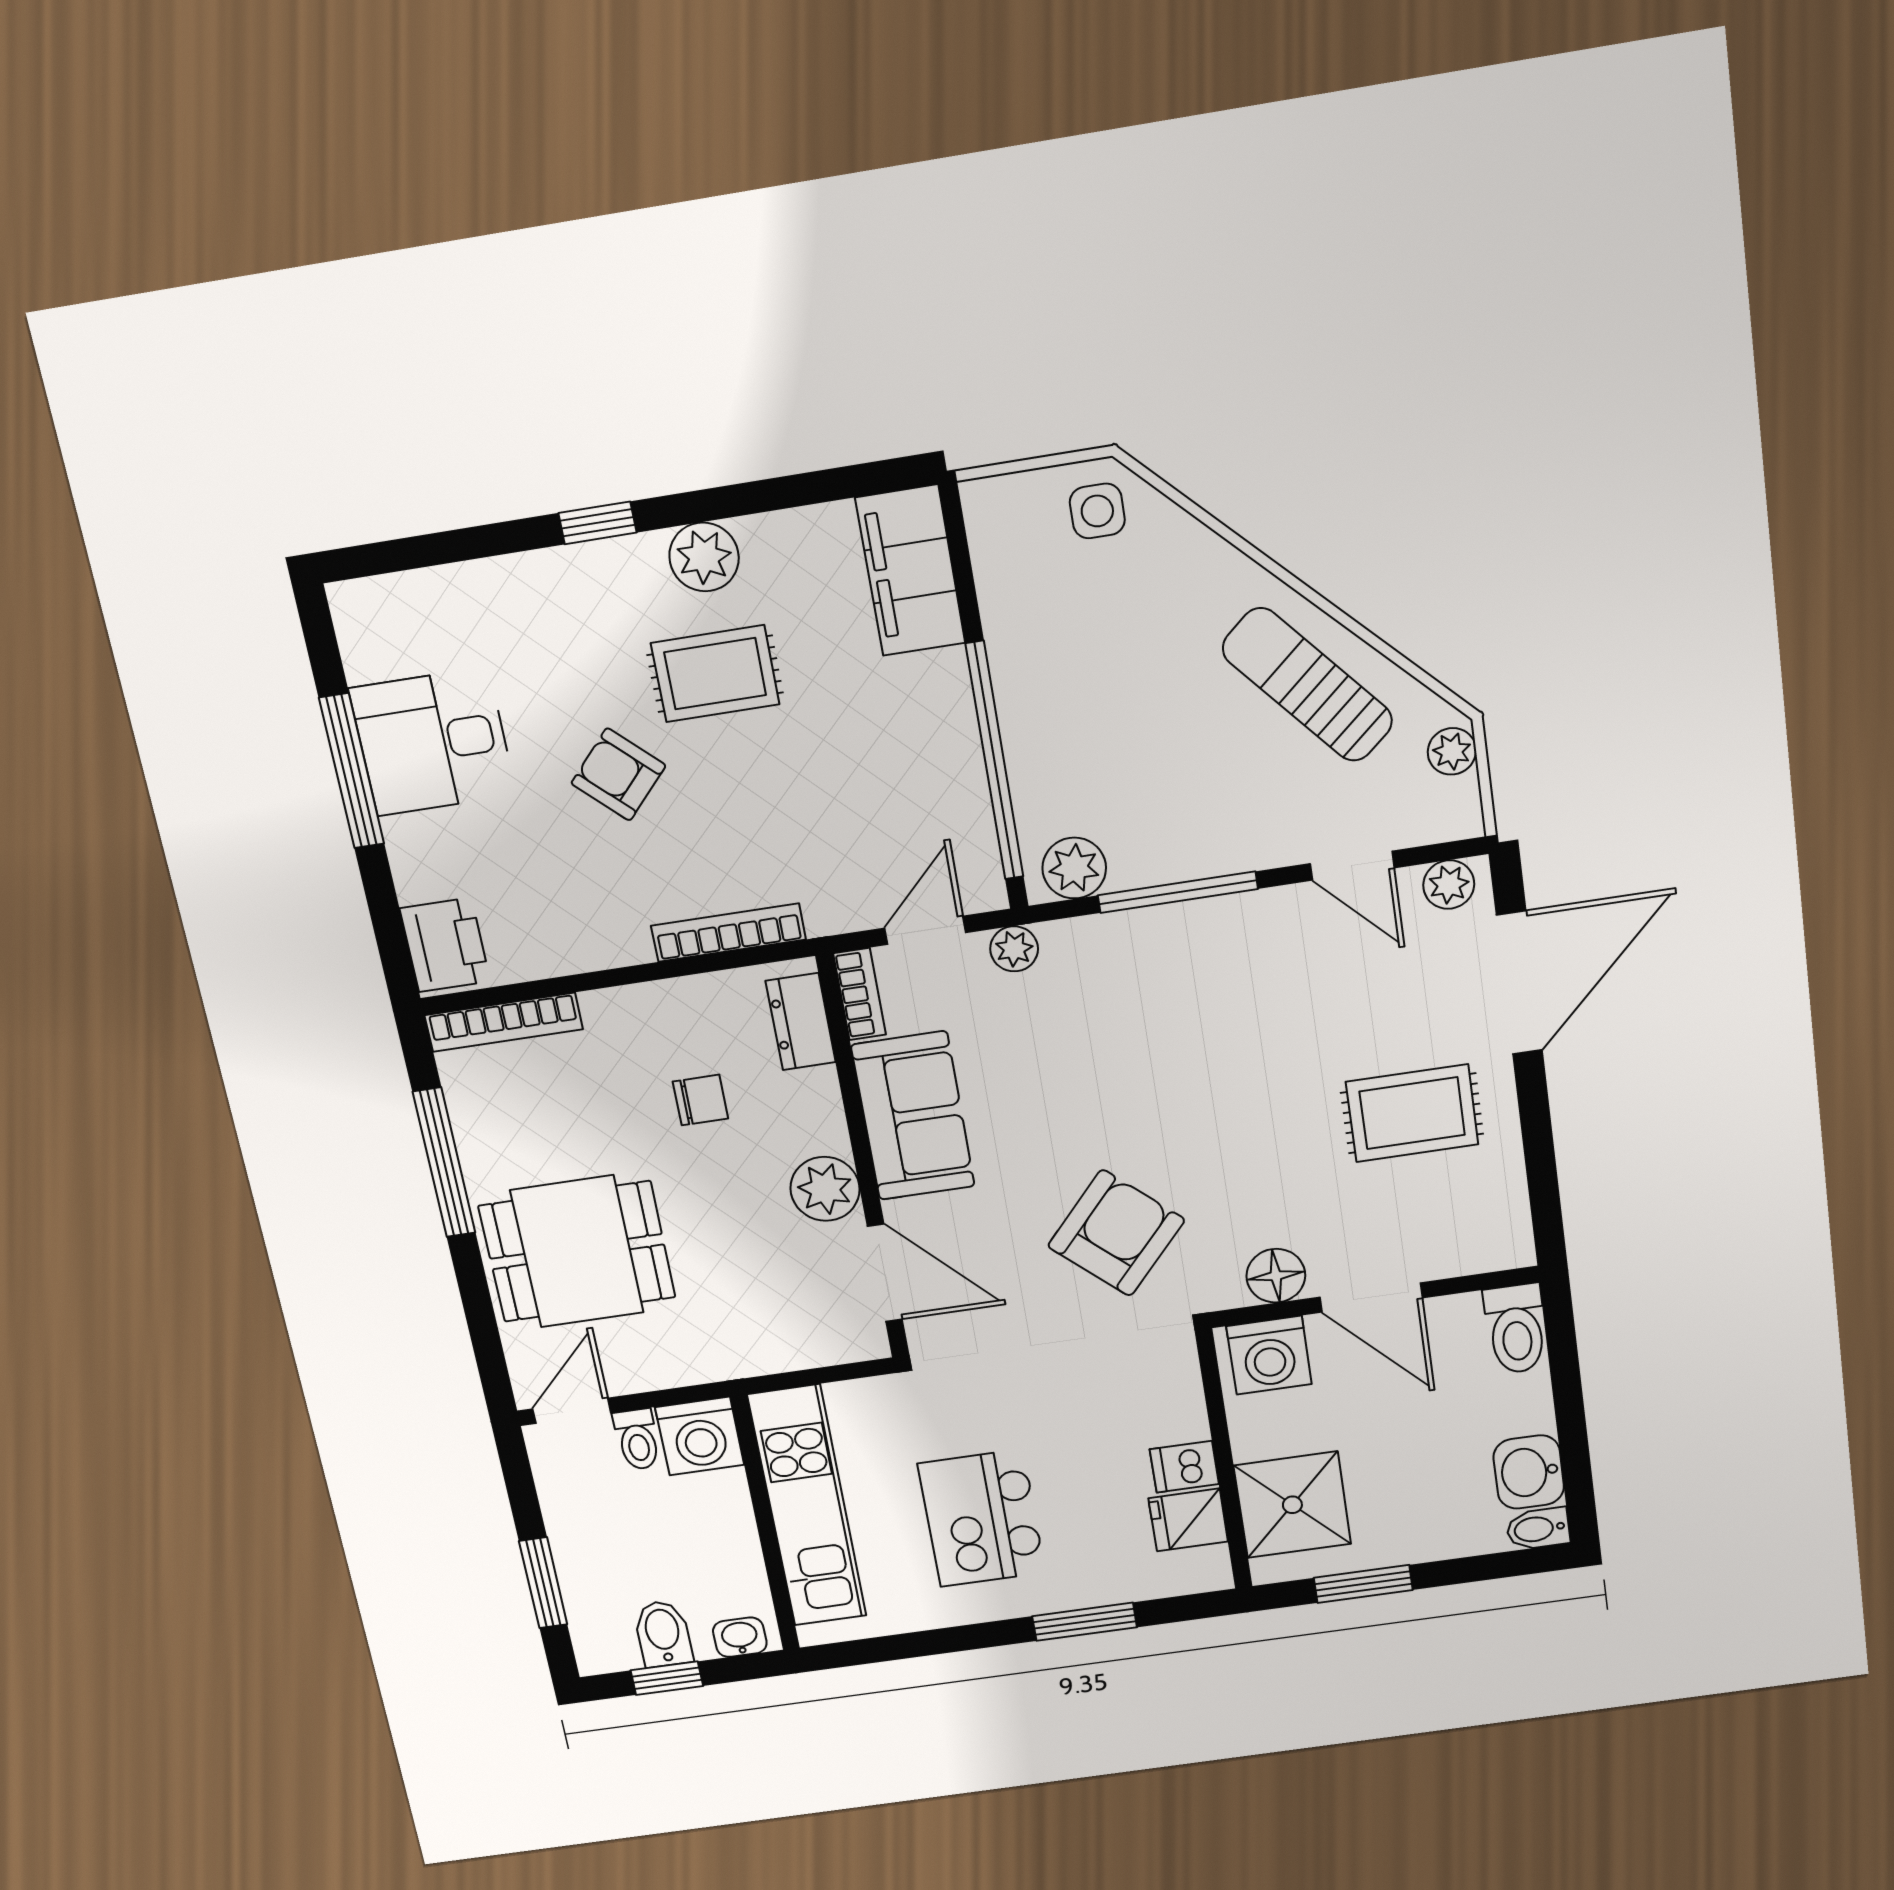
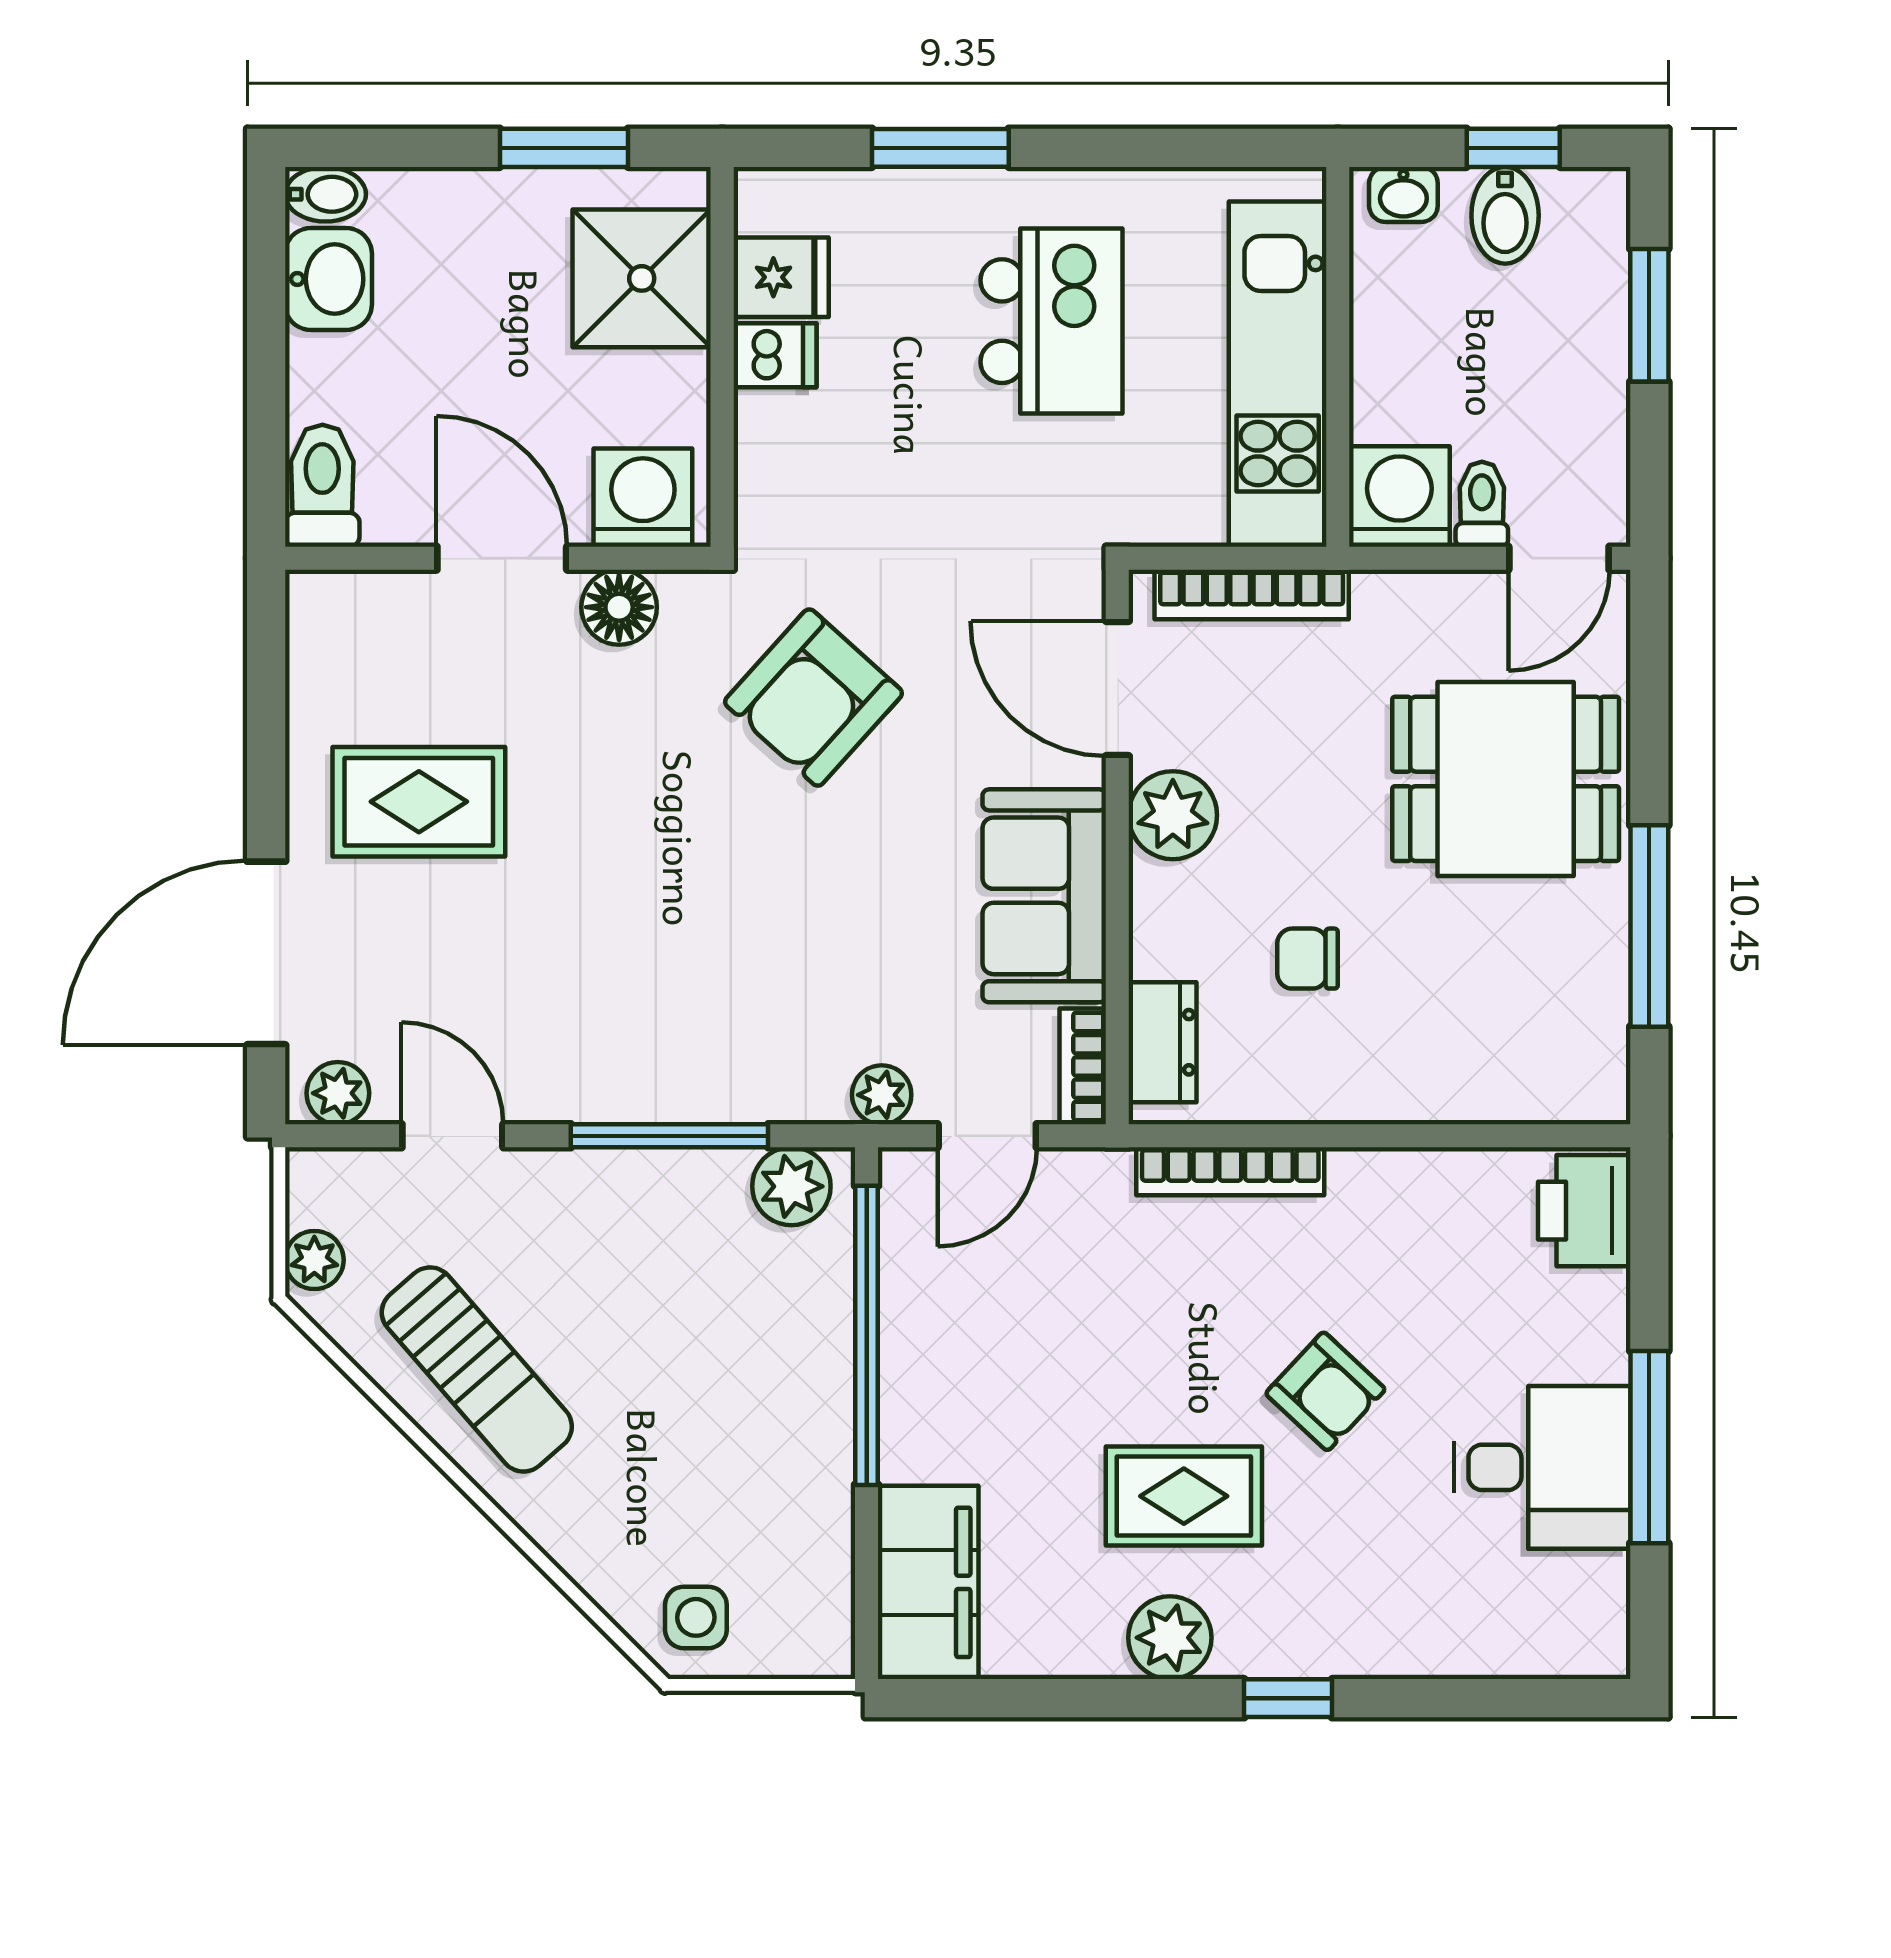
bookcase: (504, 1022) -> (1252, 594), moved, turned 180

